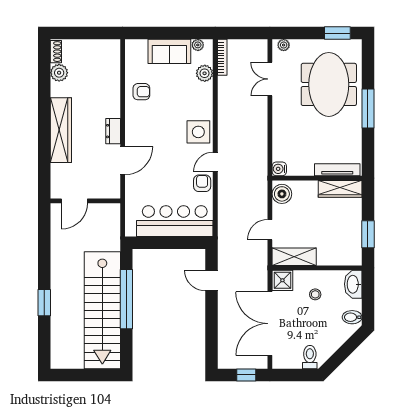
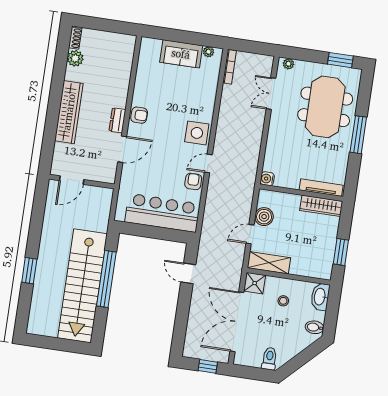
plant: (205, 73) -> (211, 79), removed
armchair: (141, 92) -> (139, 115), moved
boiler: (282, 194) -> (264, 217), moved

